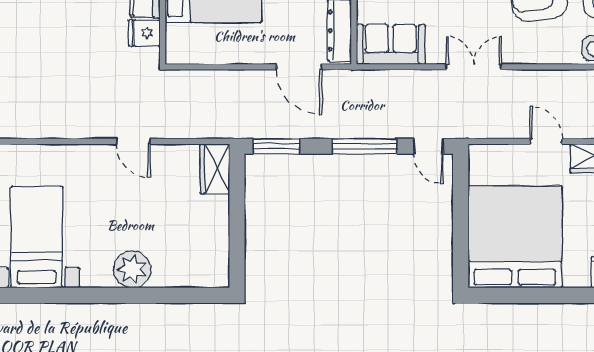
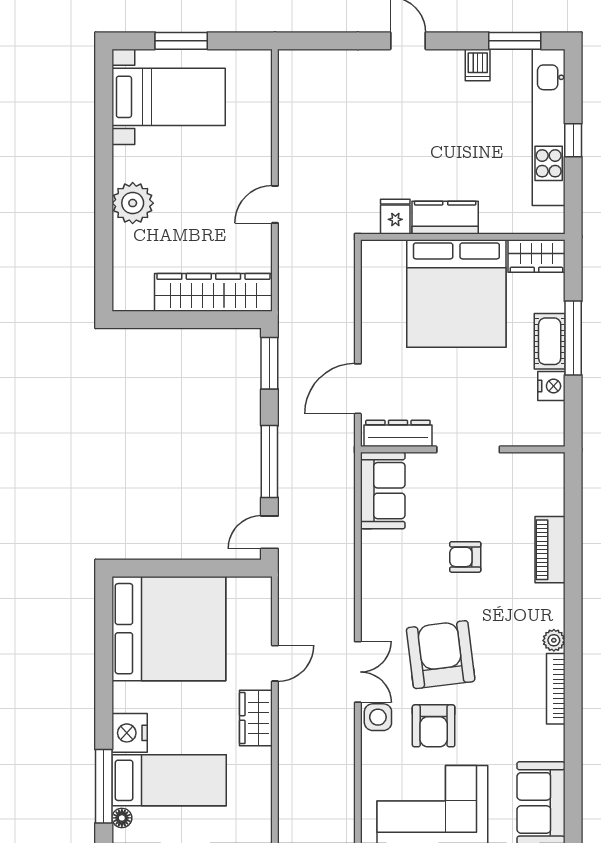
double door: (473, 67) -> (358, 672), moved
wardrobe: (215, 169) -> (213, 292), width x2.10, depth x1.17

